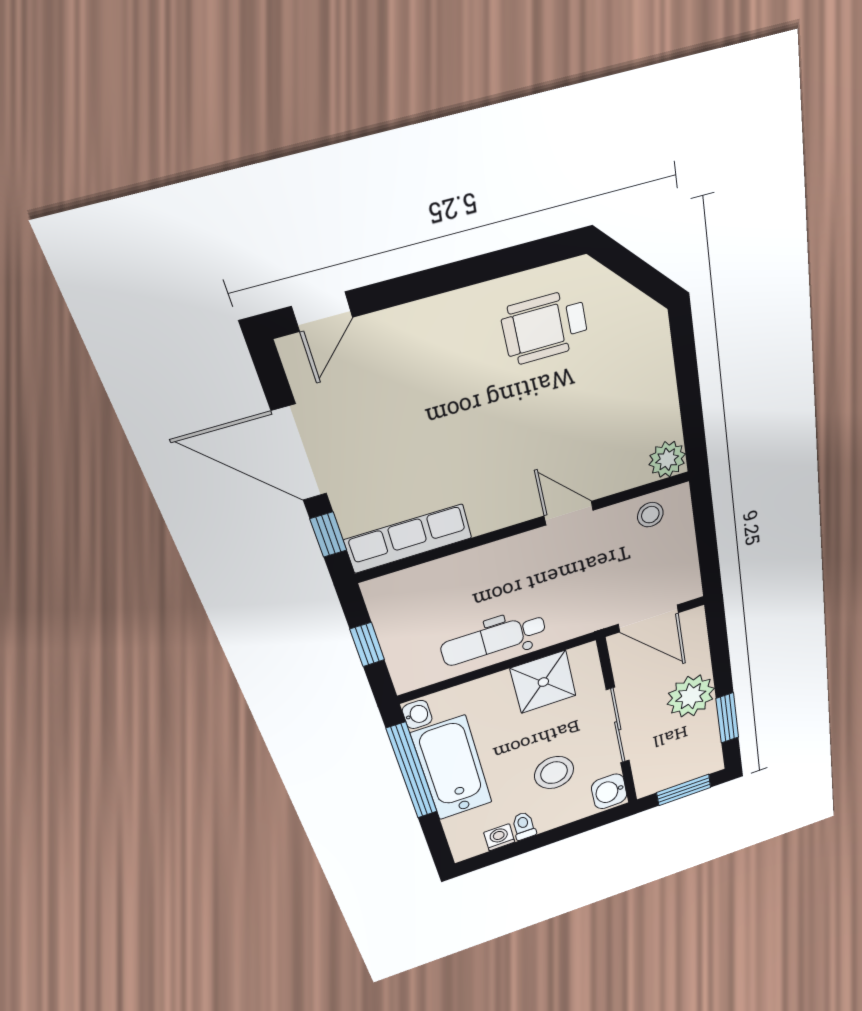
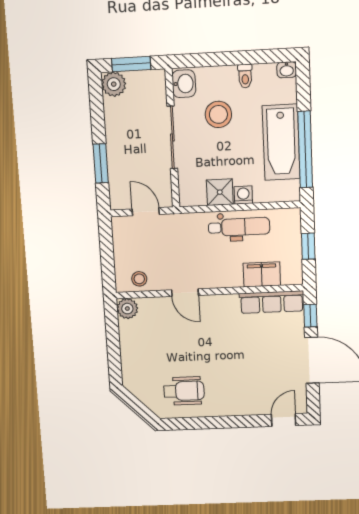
filing cabinet: (438, 579) -> (262, 274), added
door: (648, 618) -> (146, 212), width x0.73
shower: (543, 682) -> (220, 192), width x0.73, depth x0.73
plant: (691, 696) -> (114, 84), moved, width x0.73, depth x0.73
washbasin: (417, 715) -> (287, 70), moved, turned -90
window: (727, 718) -> (101, 163), moved
washing machine: (499, 837) -> (243, 195), moved, turned 180

